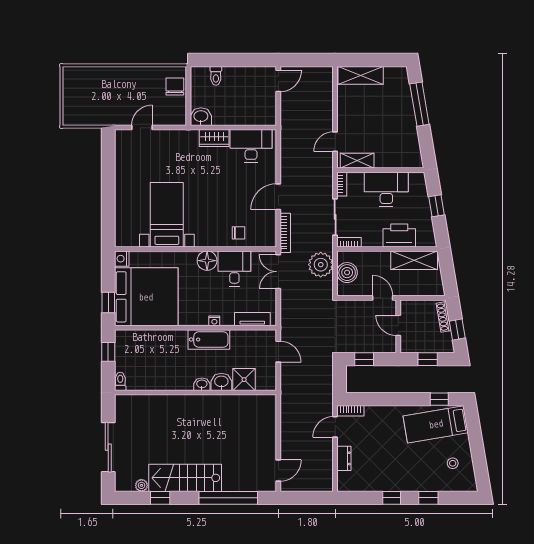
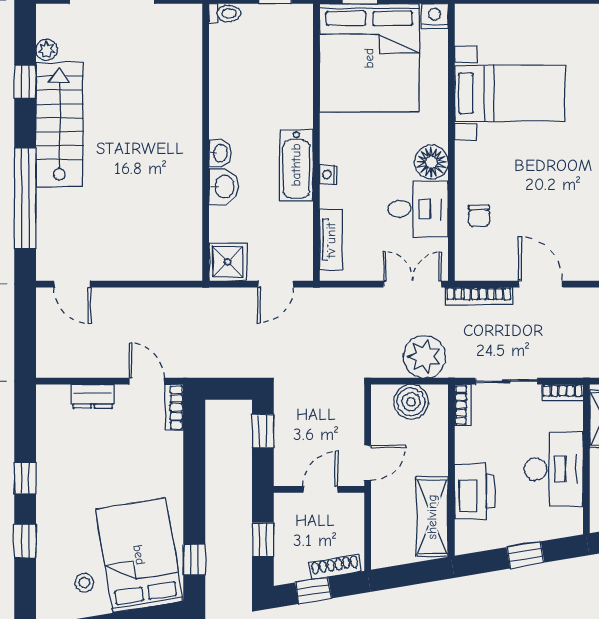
shower: (244, 380) -> (228, 262), moved
bed: (436, 424) -> (139, 555), width x1.50

